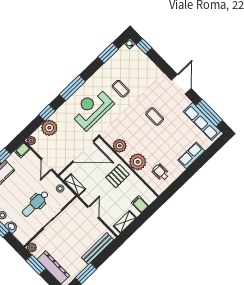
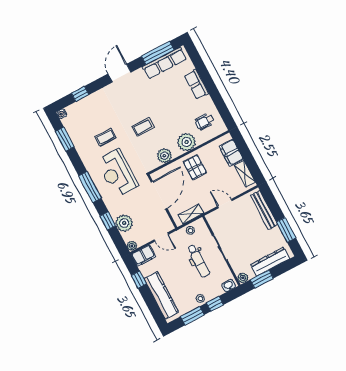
window: (144, 46) -> (80, 94), moved
door: (181, 84) -> (120, 73), hinge flipped
coffee table: (155, 117) -> (143, 127), moved
filing cabinet: (22, 150) -> (143, 256), width x2.00
filing cabinet: (140, 204) -> (231, 153), width x2.00
washbasin: (11, 227) -> (229, 286), moved

